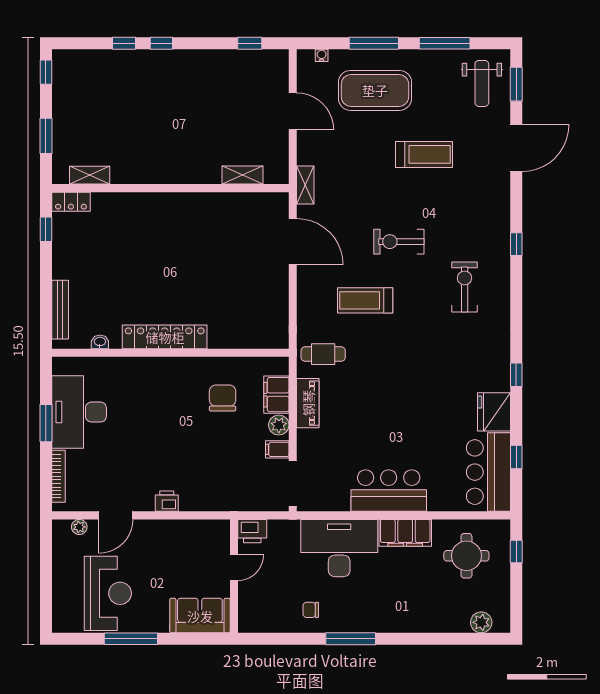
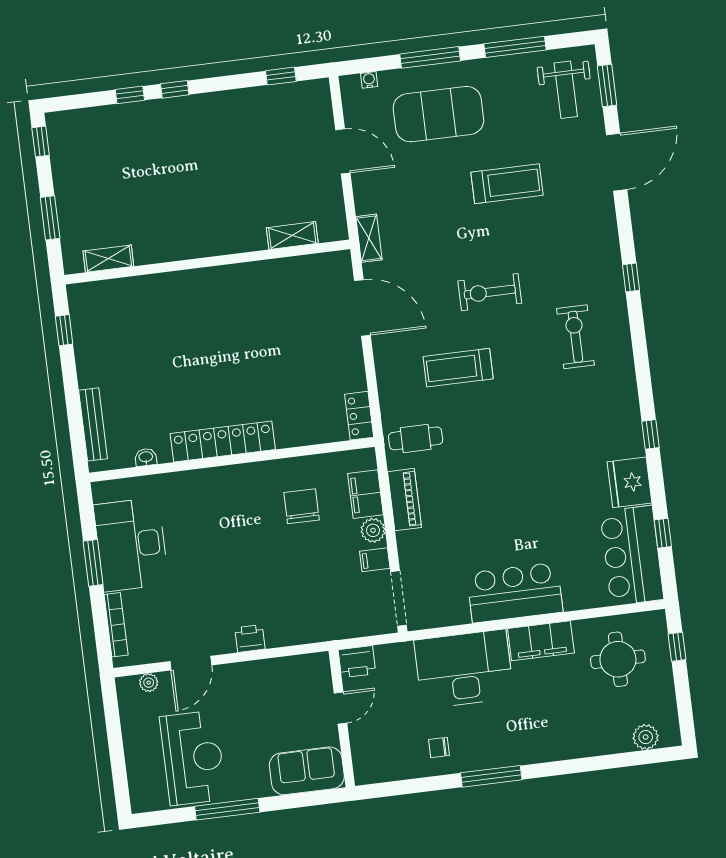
locker: (71, 202) -> (359, 416), moved, turned 90

